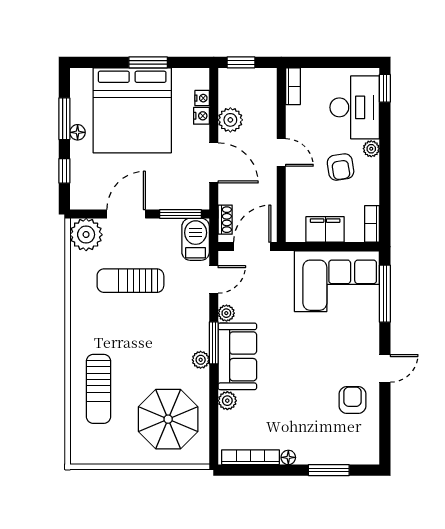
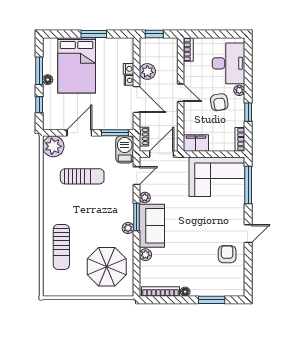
window: (385, 88) -> (248, 112), moved
nightstand: (202, 98) -> (129, 80), moved
bed: (132, 110) -> (77, 65), width x0.73
filing cabinet: (325, 229) -> (196, 143), moved
sun lounger: (130, 281) -> (82, 176), turned 180

